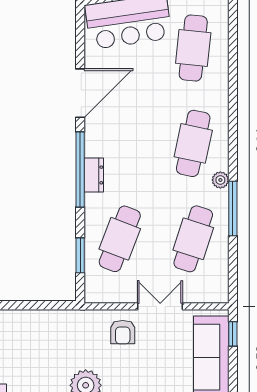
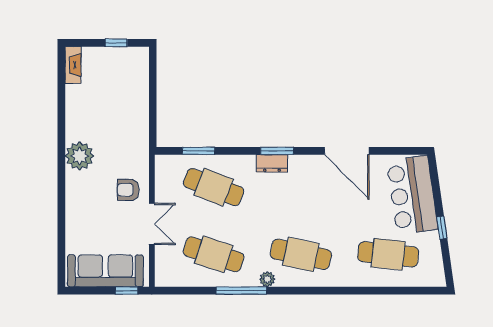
window: (80, 169) -> (277, 151), width x0.47

